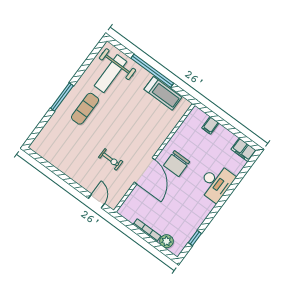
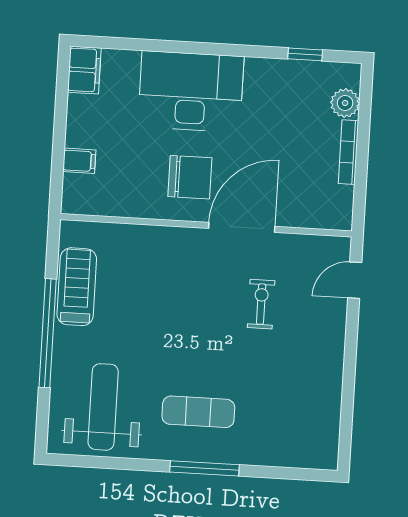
weight bench: (110, 74) -> (103, 407), turned -90
desk: (216, 183) -> (191, 91), width x1.36, depth x1.30

